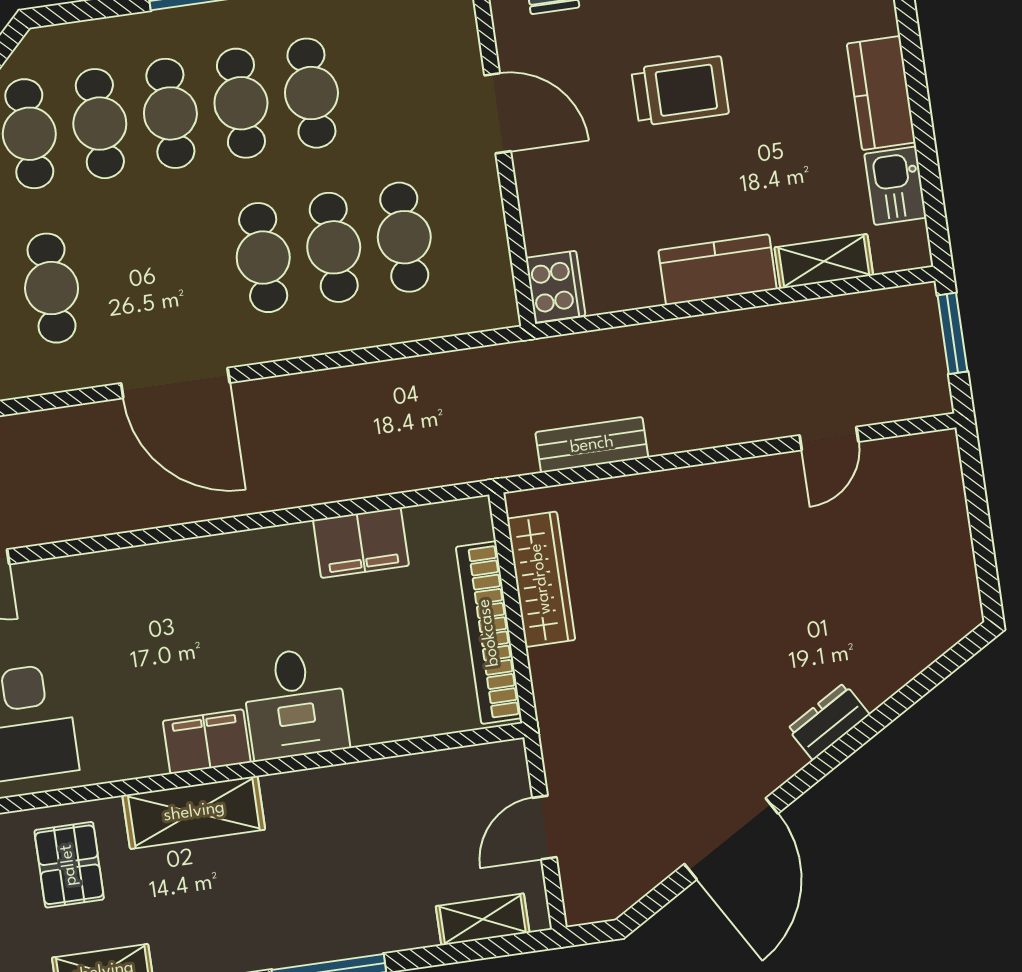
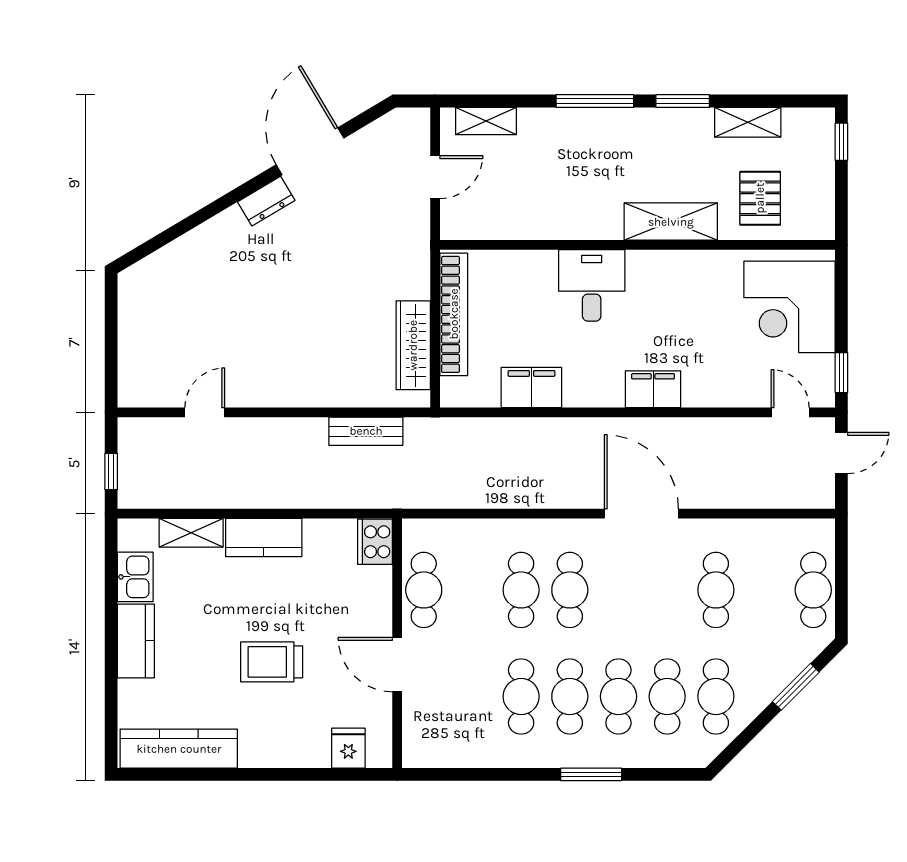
cafe table: (404, 237) -> (424, 590), moved
window: (952, 333) -> (111, 472), width x0.67
dresser: (829, 722) -> (266, 201), moved
filing cabinet: (207, 742) -> (653, 389), moved, turned 180

